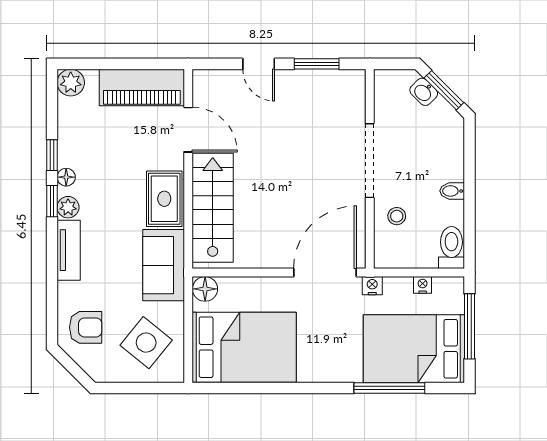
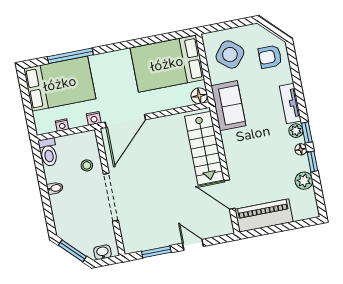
plant: (71, 83) -> (304, 181), moved
washbasin: (424, 92) -> (102, 252), moved, turned -45
rug: (164, 199) -> (236, 148), removed
window: (470, 326) -> (27, 105), removed

